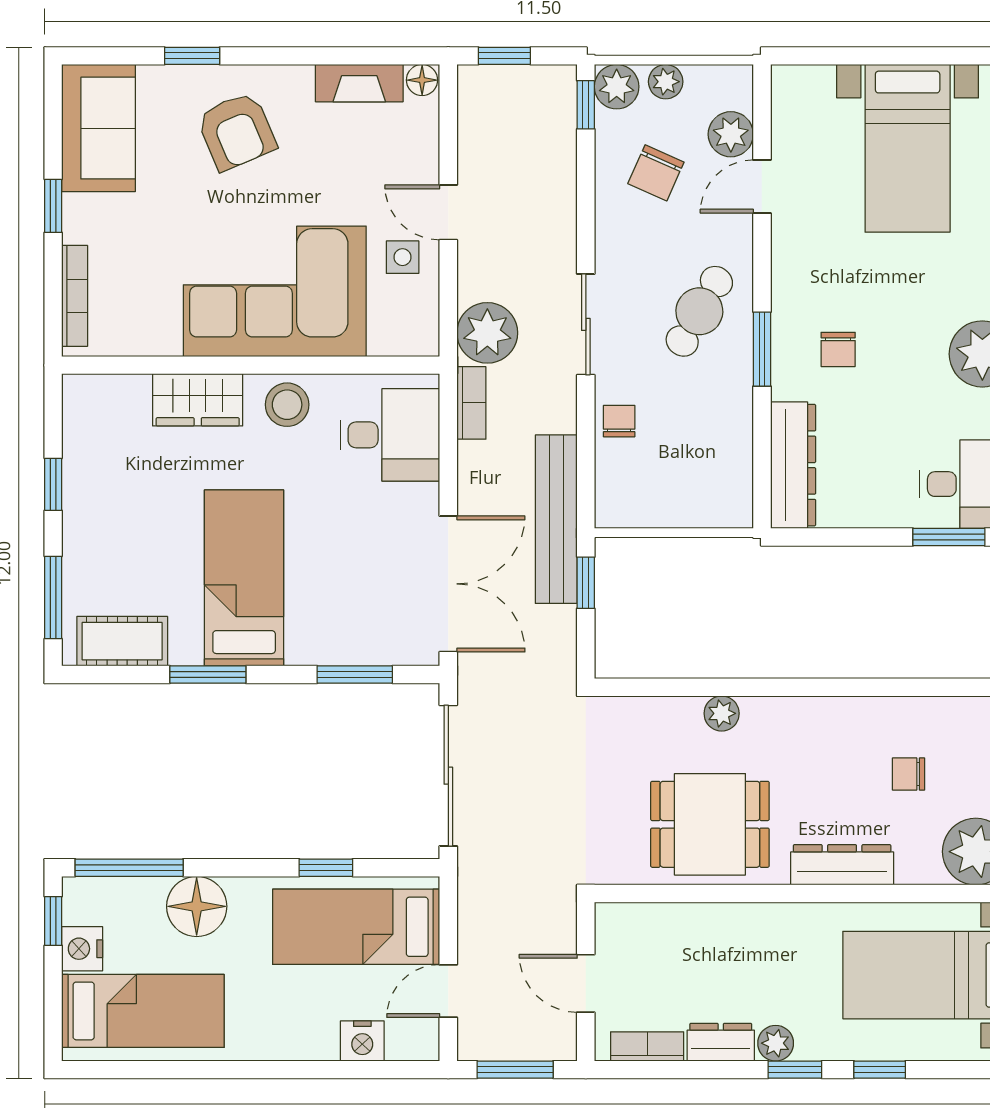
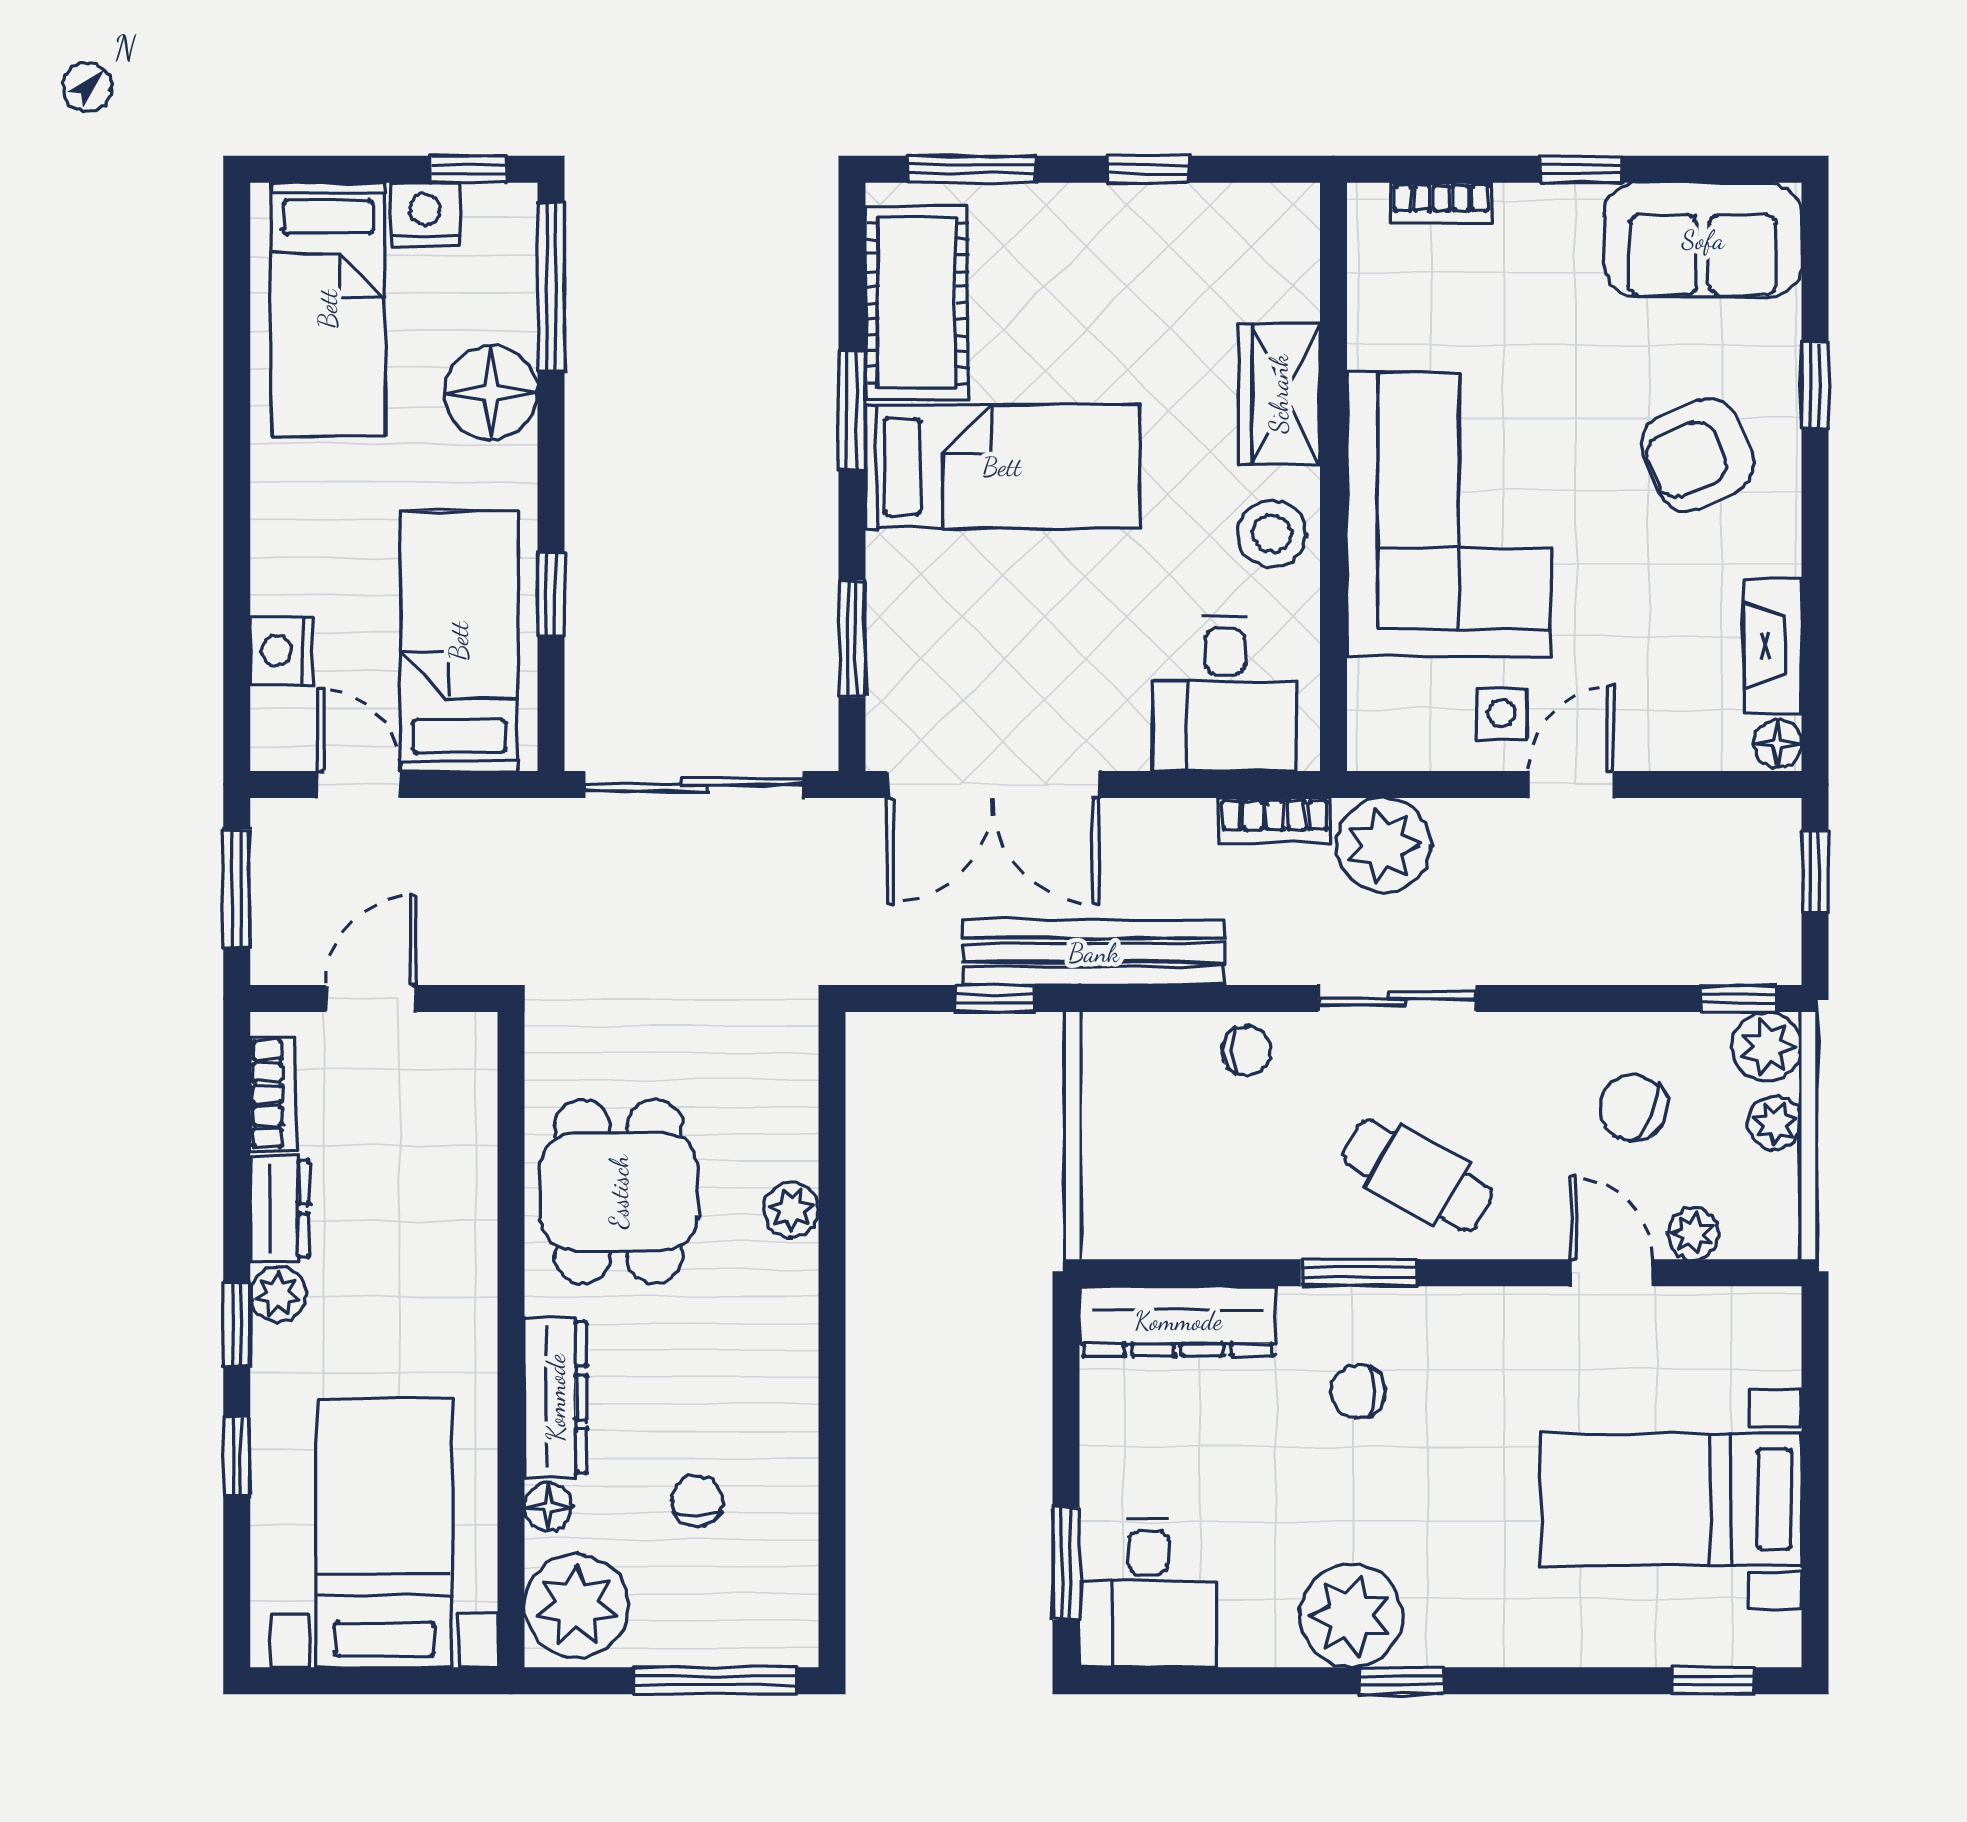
plant: (731, 134) -> (1693, 1234), width x0.73, depth x0.73
bookcase: (75, 296) -> (1441, 203), width x0.64
cot: (122, 641) -> (917, 303), width x1.37, depth x1.34
floor lamp: (912, 870) -> (548, 1507), added

